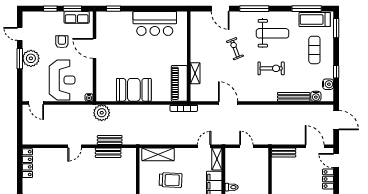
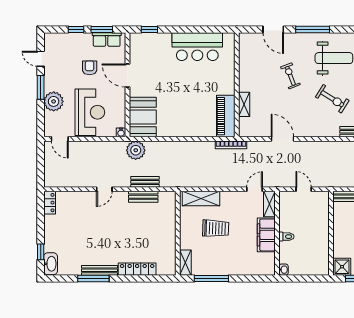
plant: (31, 58) -> (54, 101), moved
exercise bike: (271, 68) -> (332, 99), turned 32
booth: (134, 90) -> (143, 117), moved, turned 90
locker: (27, 163) -> (50, 203), width x0.66

